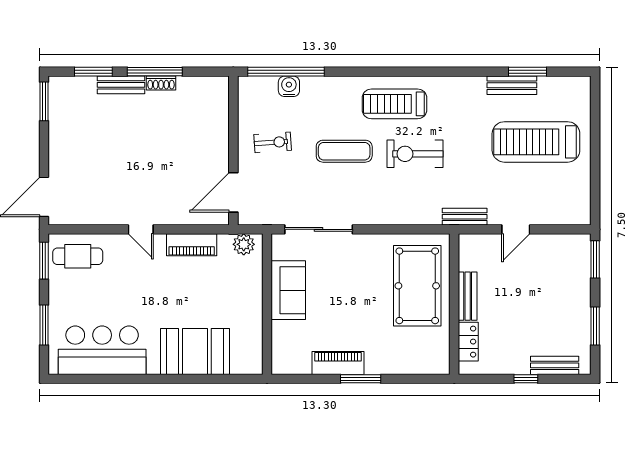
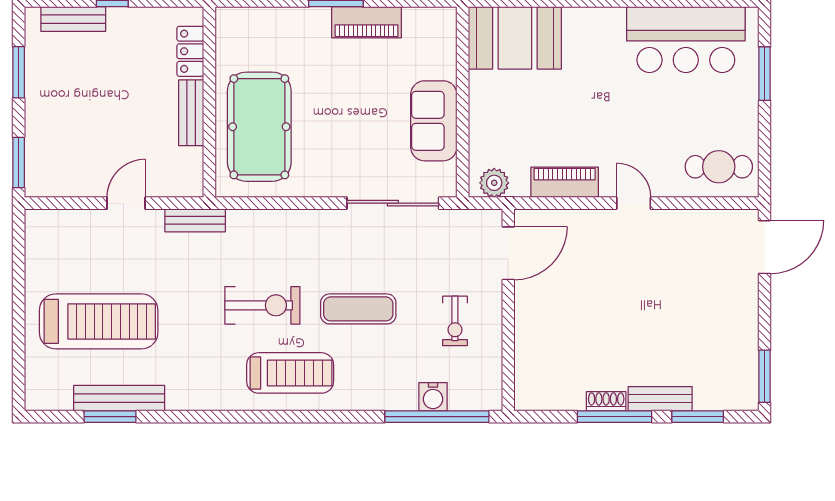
bench: (512, 85) -> (119, 398), width x1.36
exercise bike: (273, 142) -> (455, 321), turned -86
window: (44, 261) -> (764, 161), removed
booth: (195, 351) -> (515, 38), moved

